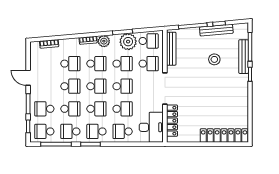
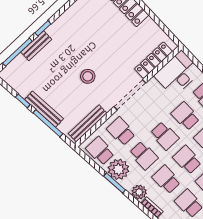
bench: (216, 30) -> (44, 109), moved
bench: (244, 57) -> (36, 46), width x0.73
stool: (214, 59) -> (88, 76), moved
school desk: (123, 64) -> (144, 155), turned 180
school desk: (123, 86) -> (165, 136), turned 180

